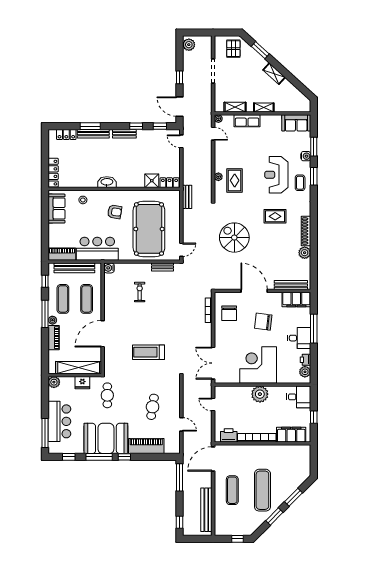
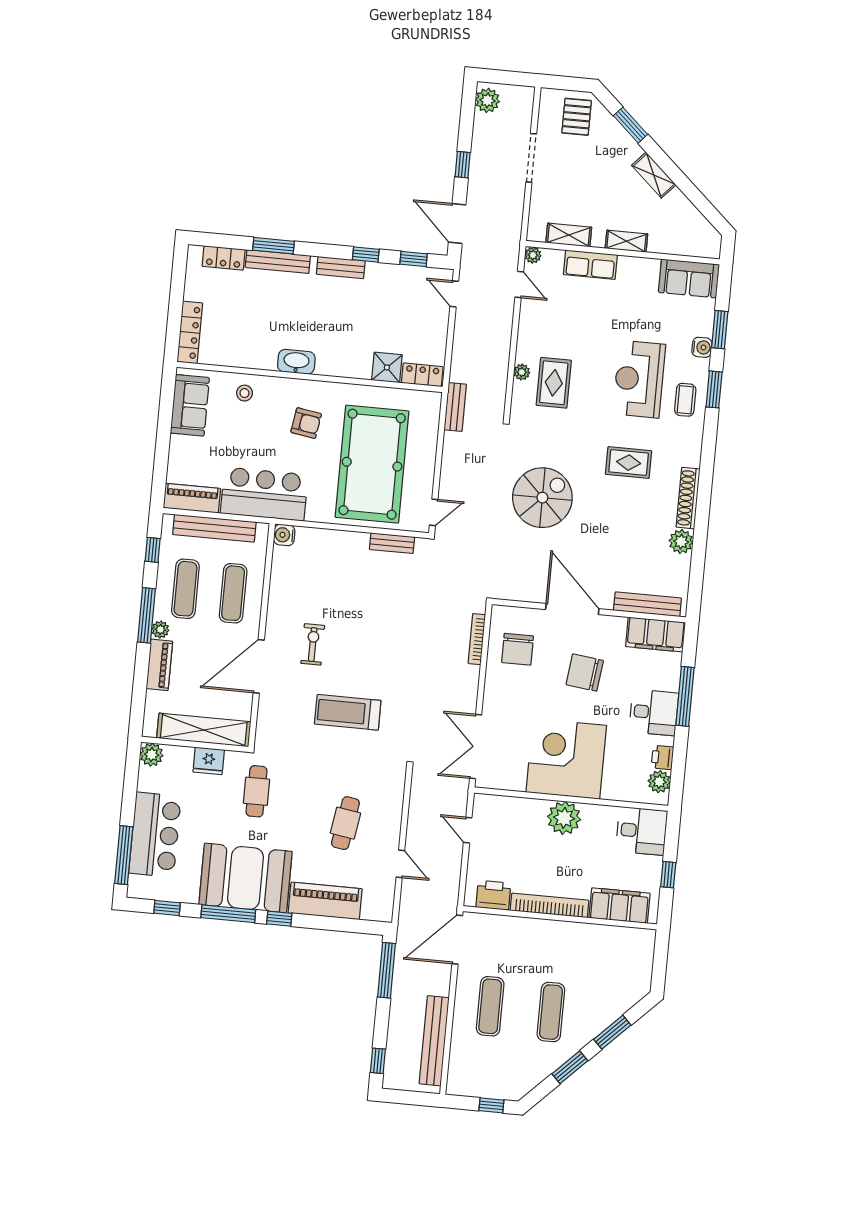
spiral stairs: (234, 238) -> (542, 498), turned 90
exercise bike: (140, 292) -> (313, 644), moved
exercise mat: (262, 490) -> (551, 1012), width x0.73, depth x0.69

